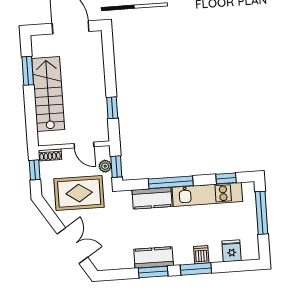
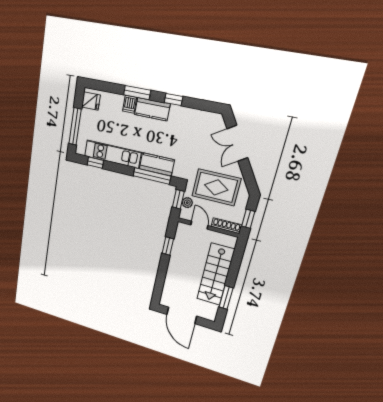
shoe rack: (50, 155) -> (226, 226), width x1.43
window: (171, 182) -> (152, 176), moved
fridge: (232, 251) -> (91, 101), moved, turned -90
kitchen counter: (154, 257) -> (152, 109), moved
window: (153, 272) -> (174, 100), width x0.67

